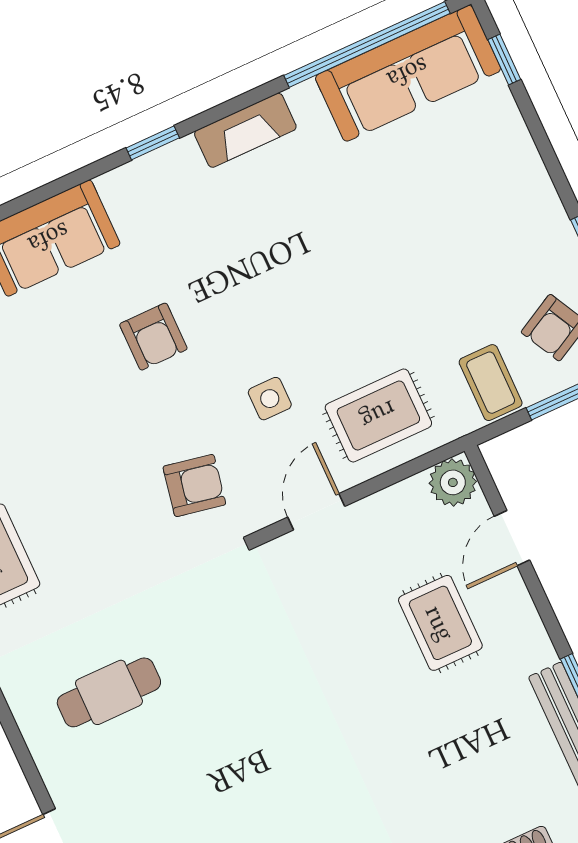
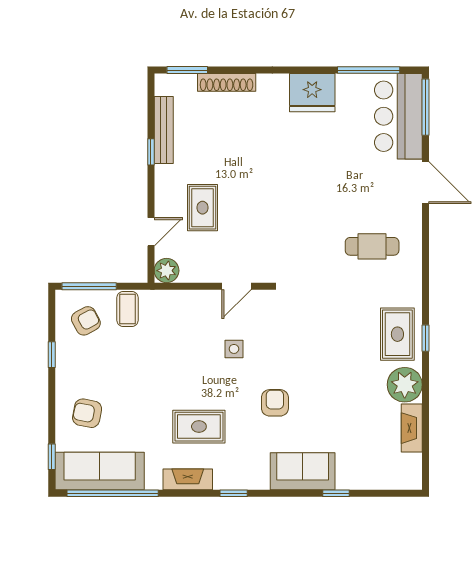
rug: (378, 415) -> (199, 427), moved
armchair: (194, 486) -> (87, 413), moved

